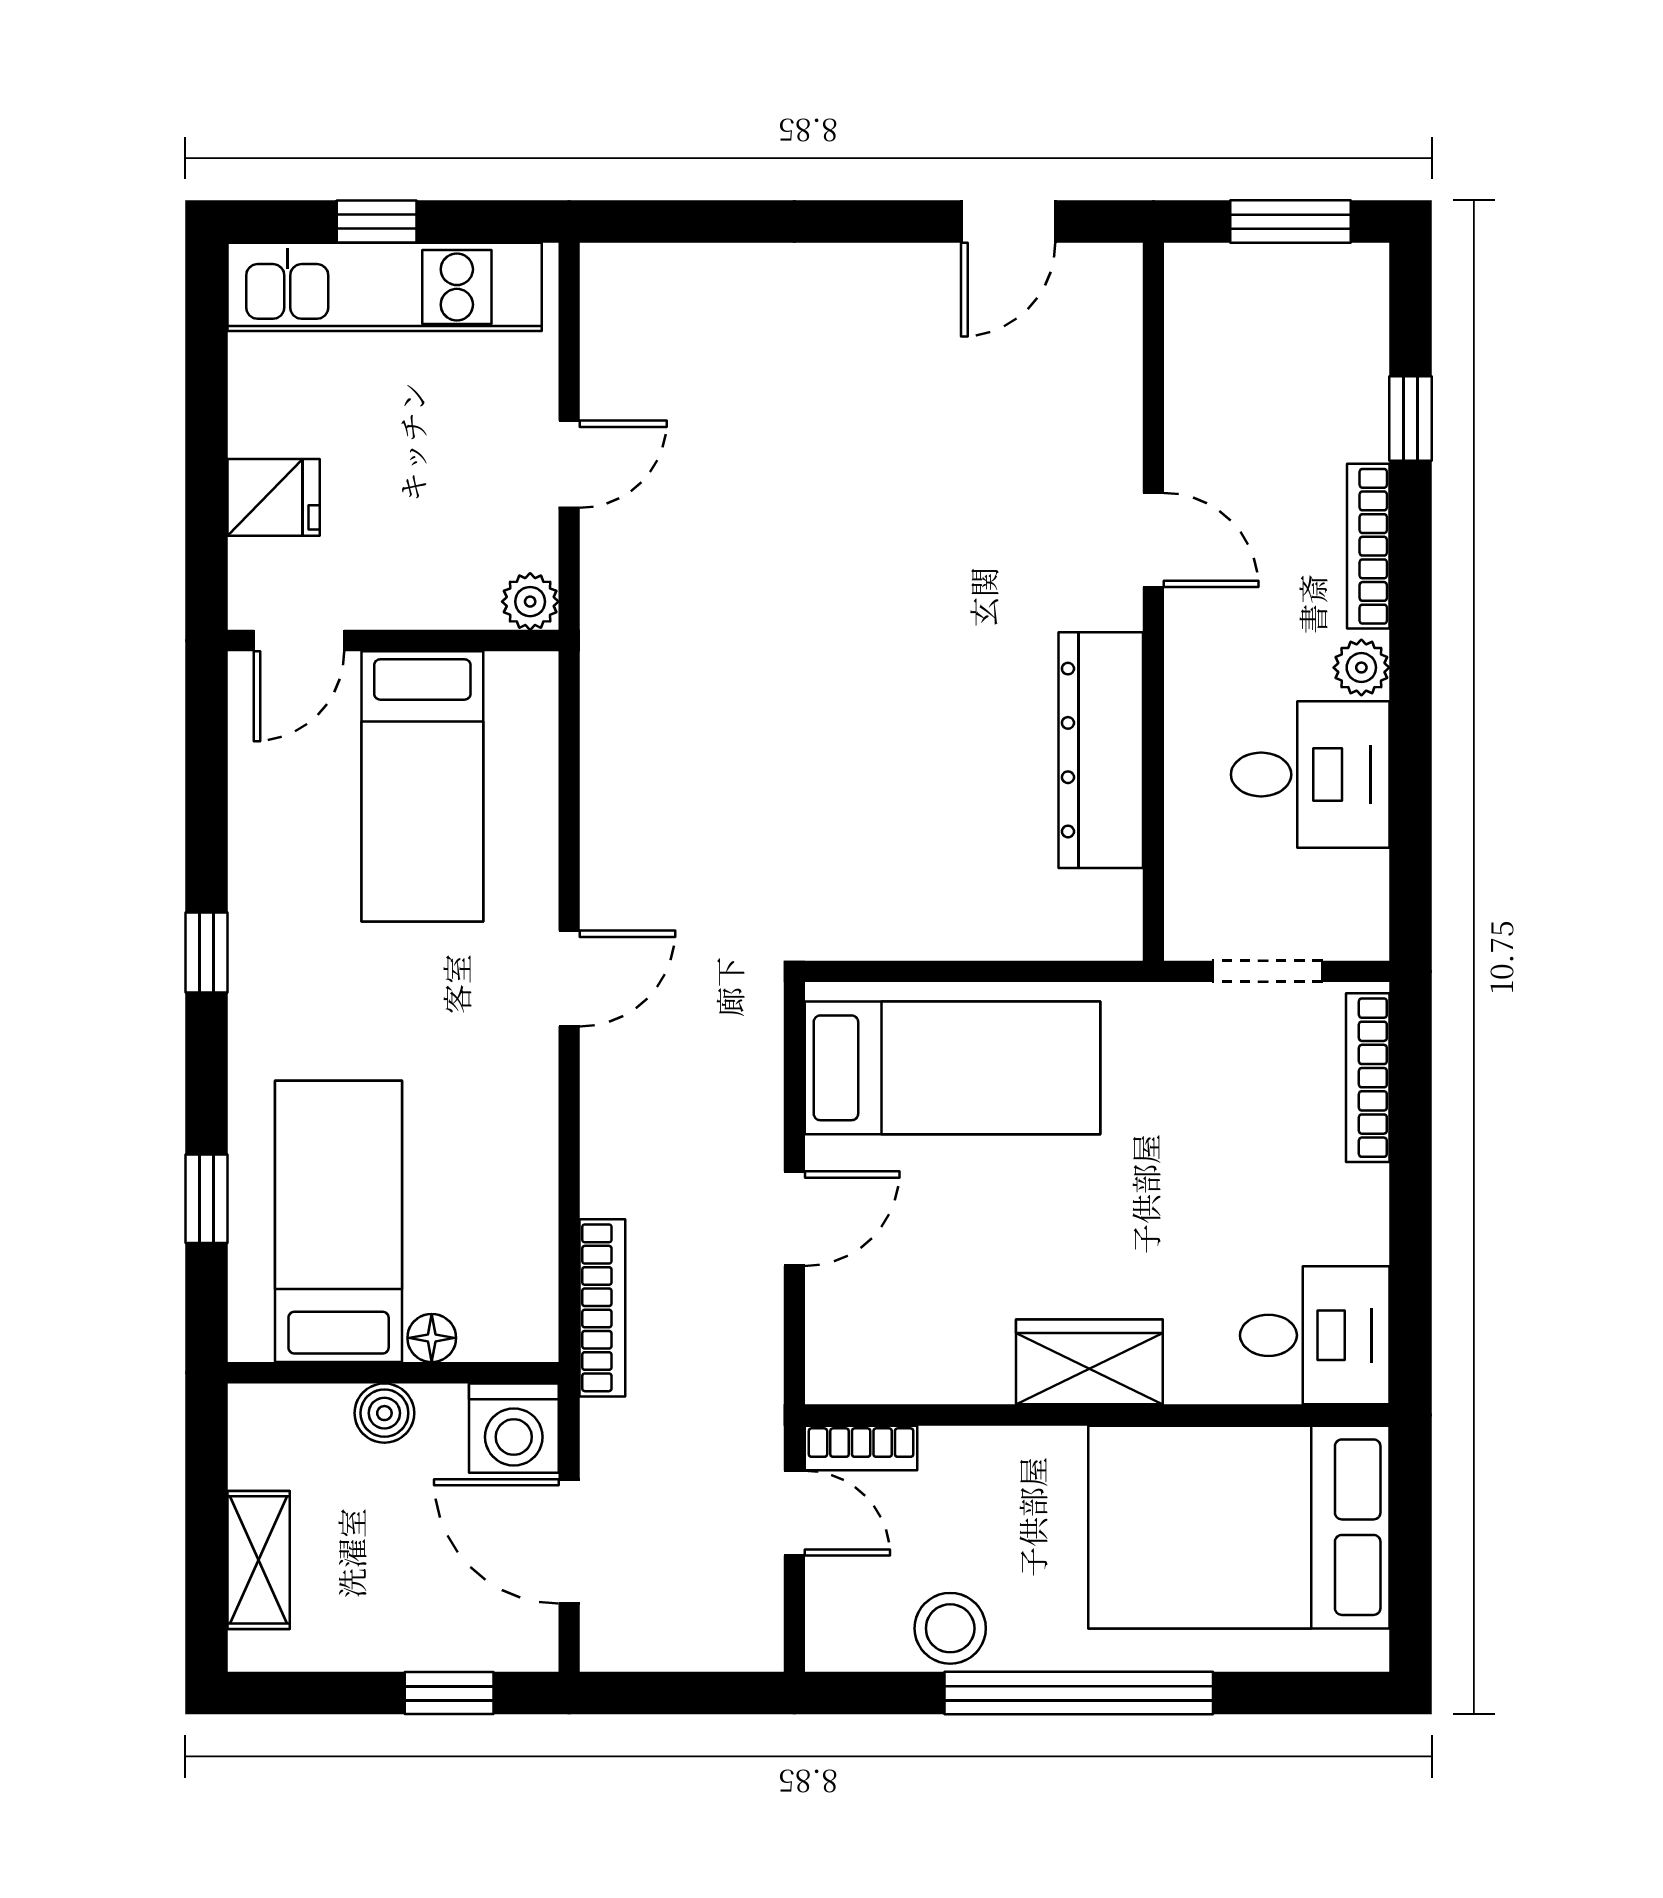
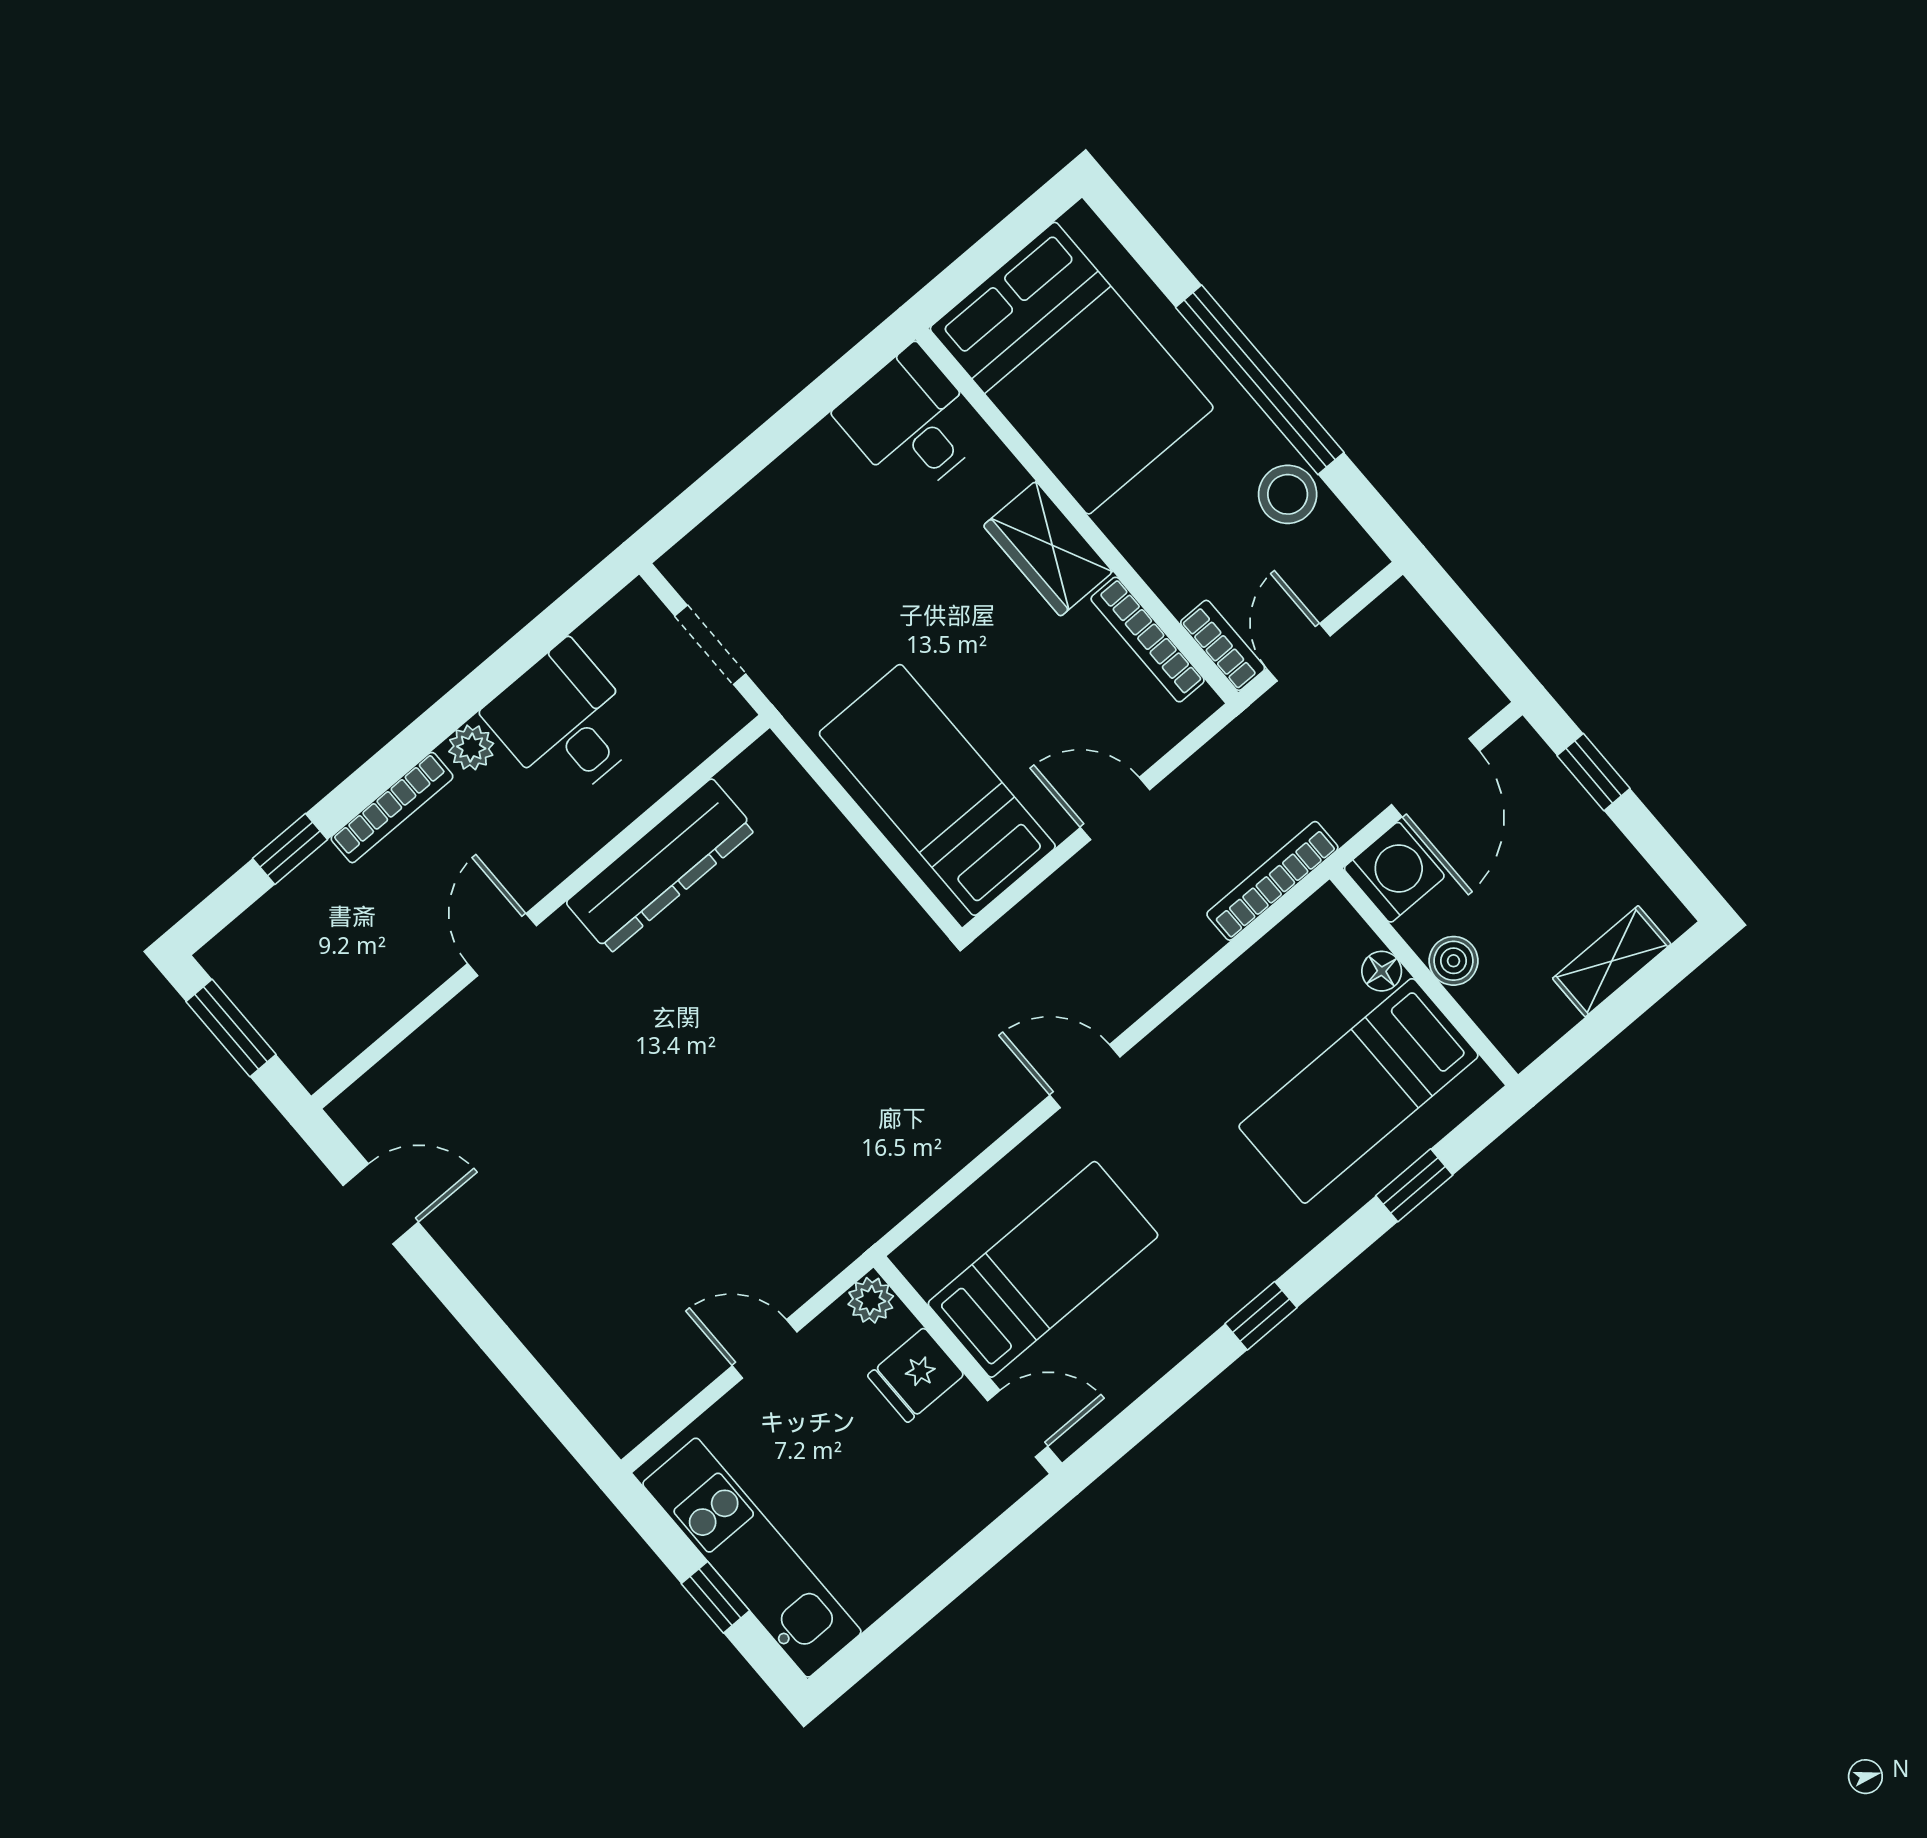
fridge: (274, 497) -> (916, 1375), moved, turned -90
bookcase: (1368, 1078) -> (1148, 640), moved, turned 90

